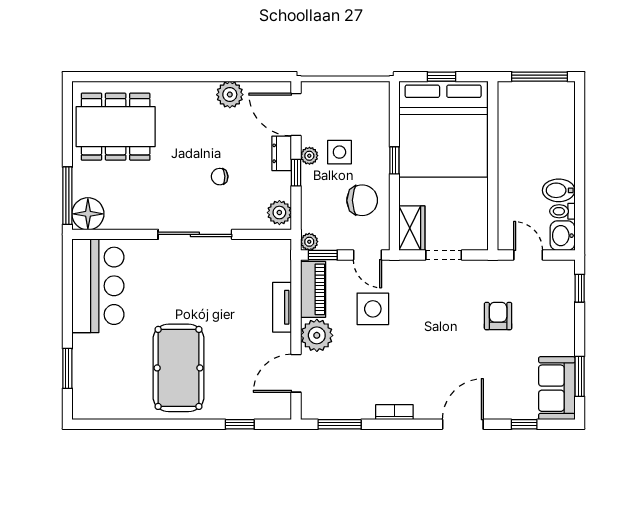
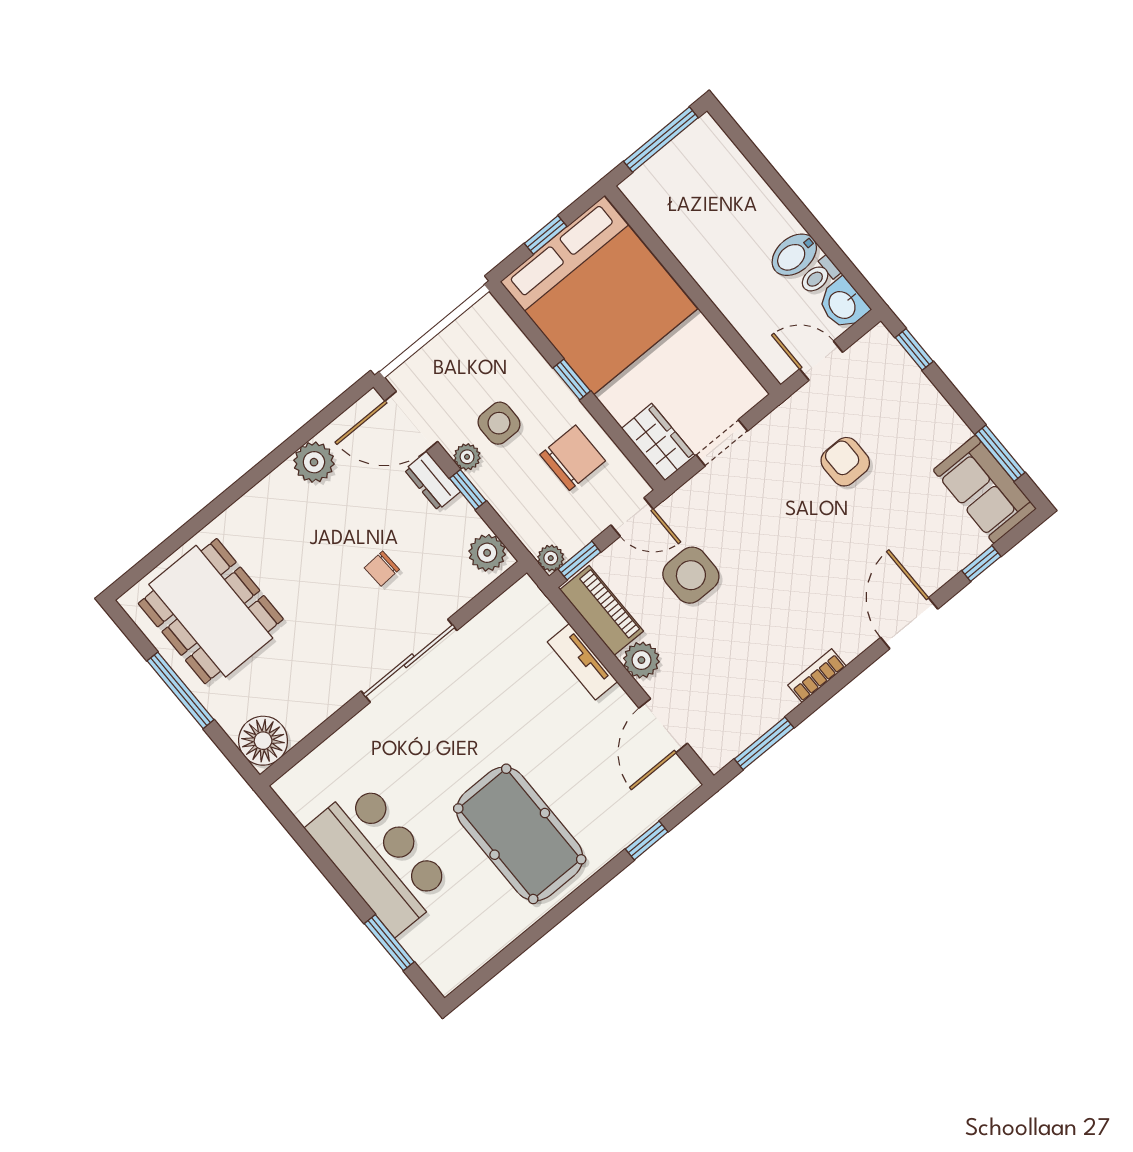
dining table: (116, 127) -> (211, 611), turned 90
window: (67, 196) -> (181, 690), moved
bar counter: (98, 286) -> (380, 858), moved
plant: (317, 335) -> (641, 660), width x0.73, depth x0.73

